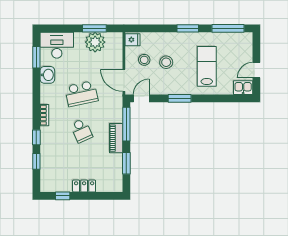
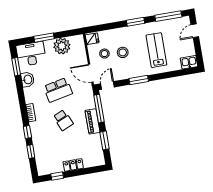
window: (94, 28) -> (44, 38), moved
door: (256, 70) -> (195, 31), moved

